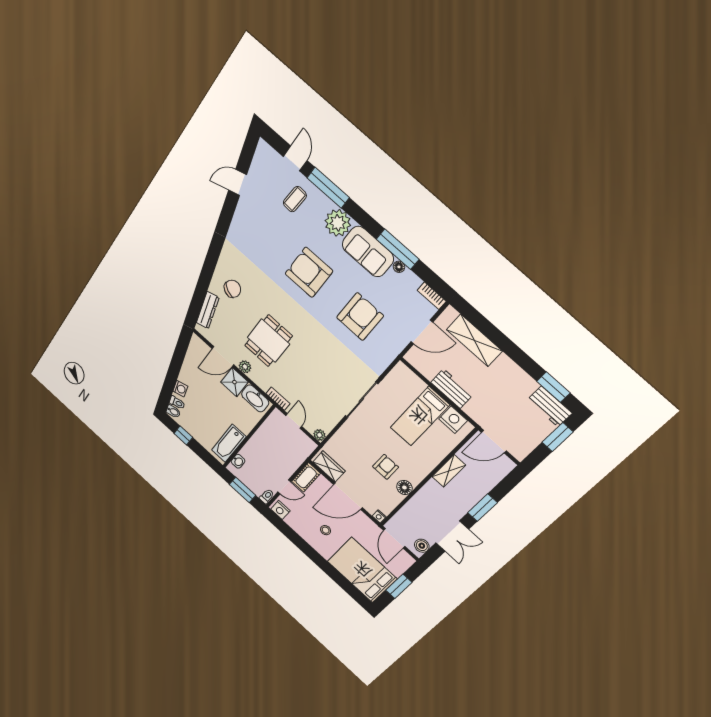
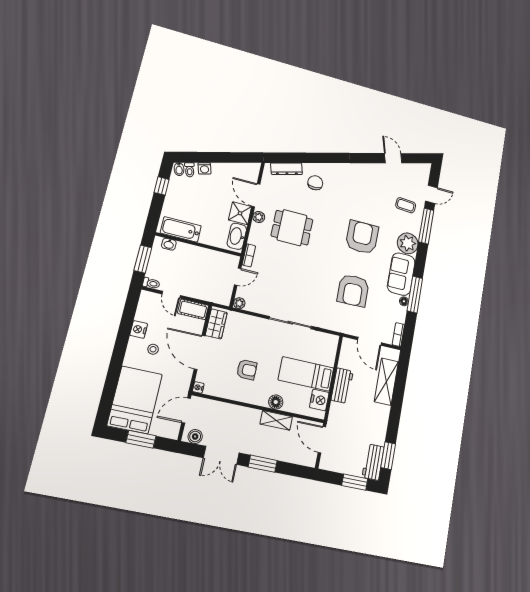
chair: (232, 289) -> (315, 183), turned -116
armchair: (360, 317) -> (353, 290), turned 89
floor lamp: (404, 487) -> (276, 402), moved
nightstand: (280, 510) -> (139, 329), moved

